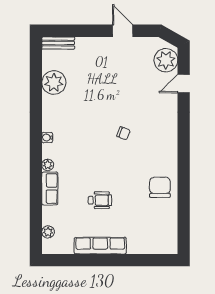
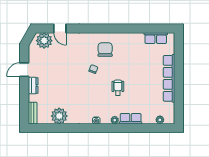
dresser: (99, 44) -> (33, 86), added
chair: (160, 187) -> (105, 50), moved, turned 90
wheelchair: (100, 200) -> (118, 88), moved
row of seats: (169, 226) -> (156, 38), added
row of seats: (100, 246) -> (169, 78), width x1.36

